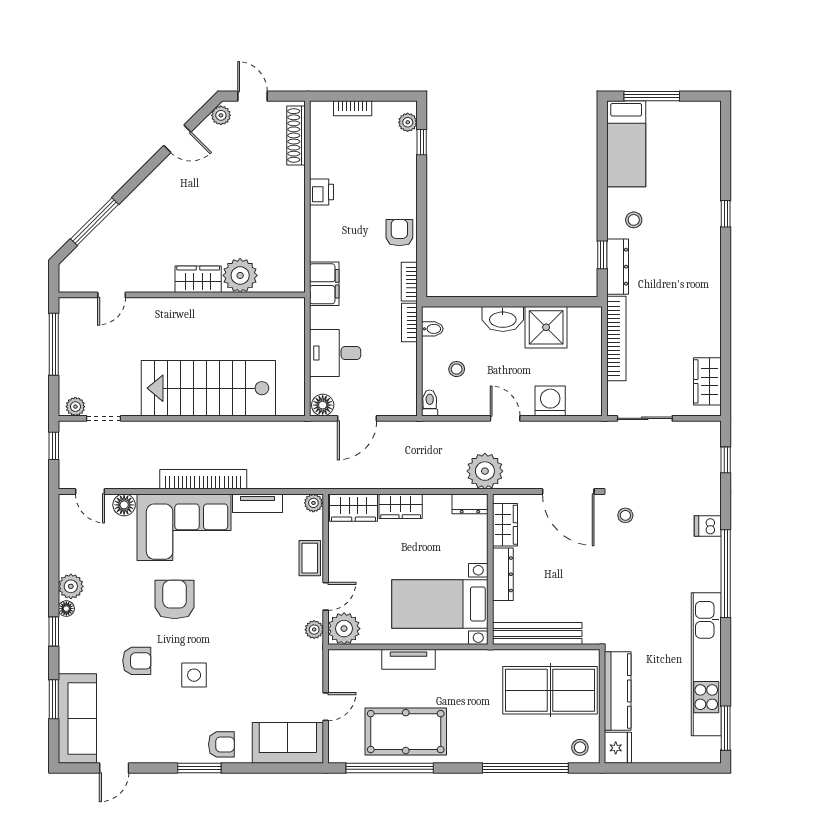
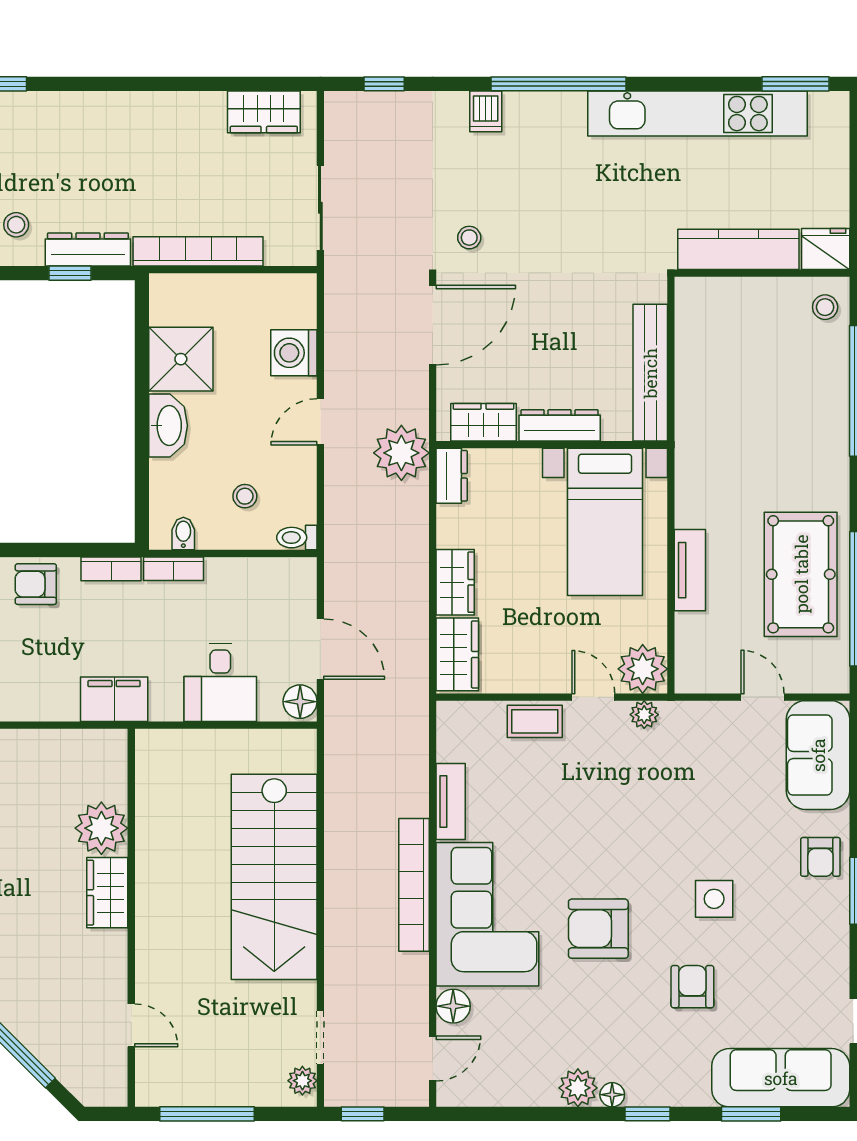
plant: (313, 503) -> (450, 716), removed
table tennis table: (550, 690) -> (737, 353), removed
armchair: (221, 744) -> (820, 857), turned 180

